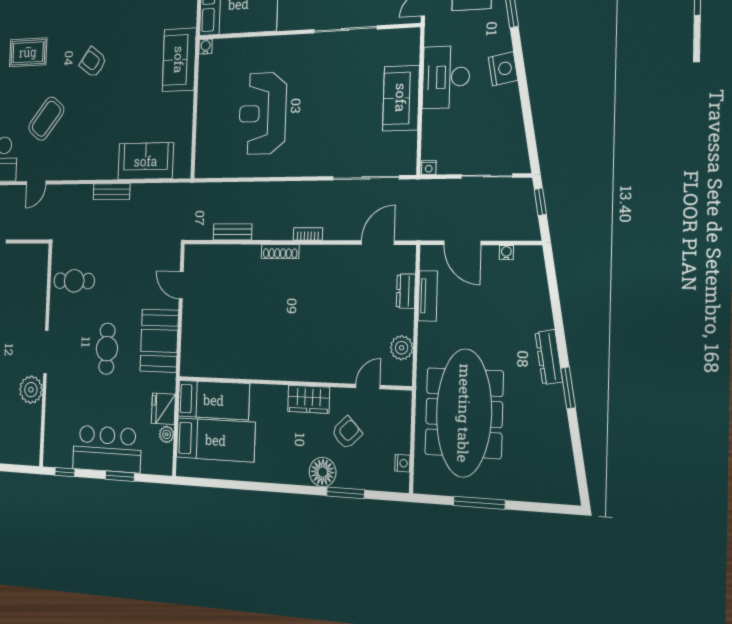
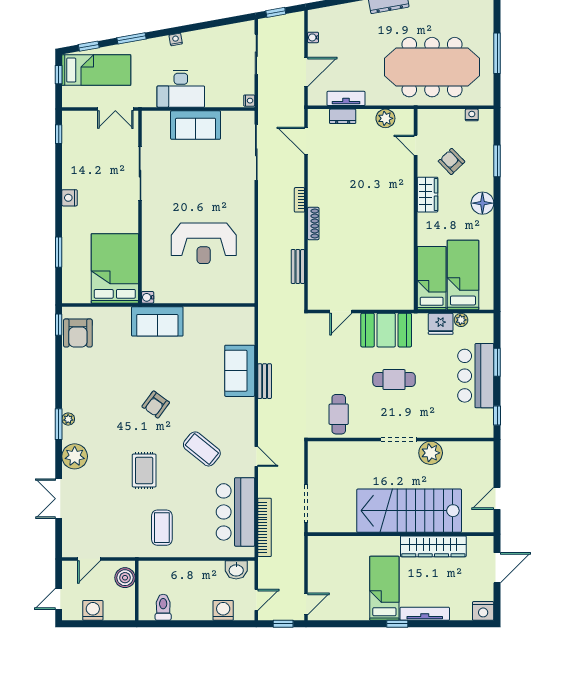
nightstand: (503, 69) -> (176, 39), width x0.53, depth x0.56
sofa: (146, 161) -> (240, 371), moved
floor lamp: (323, 472) -> (482, 203), moved

